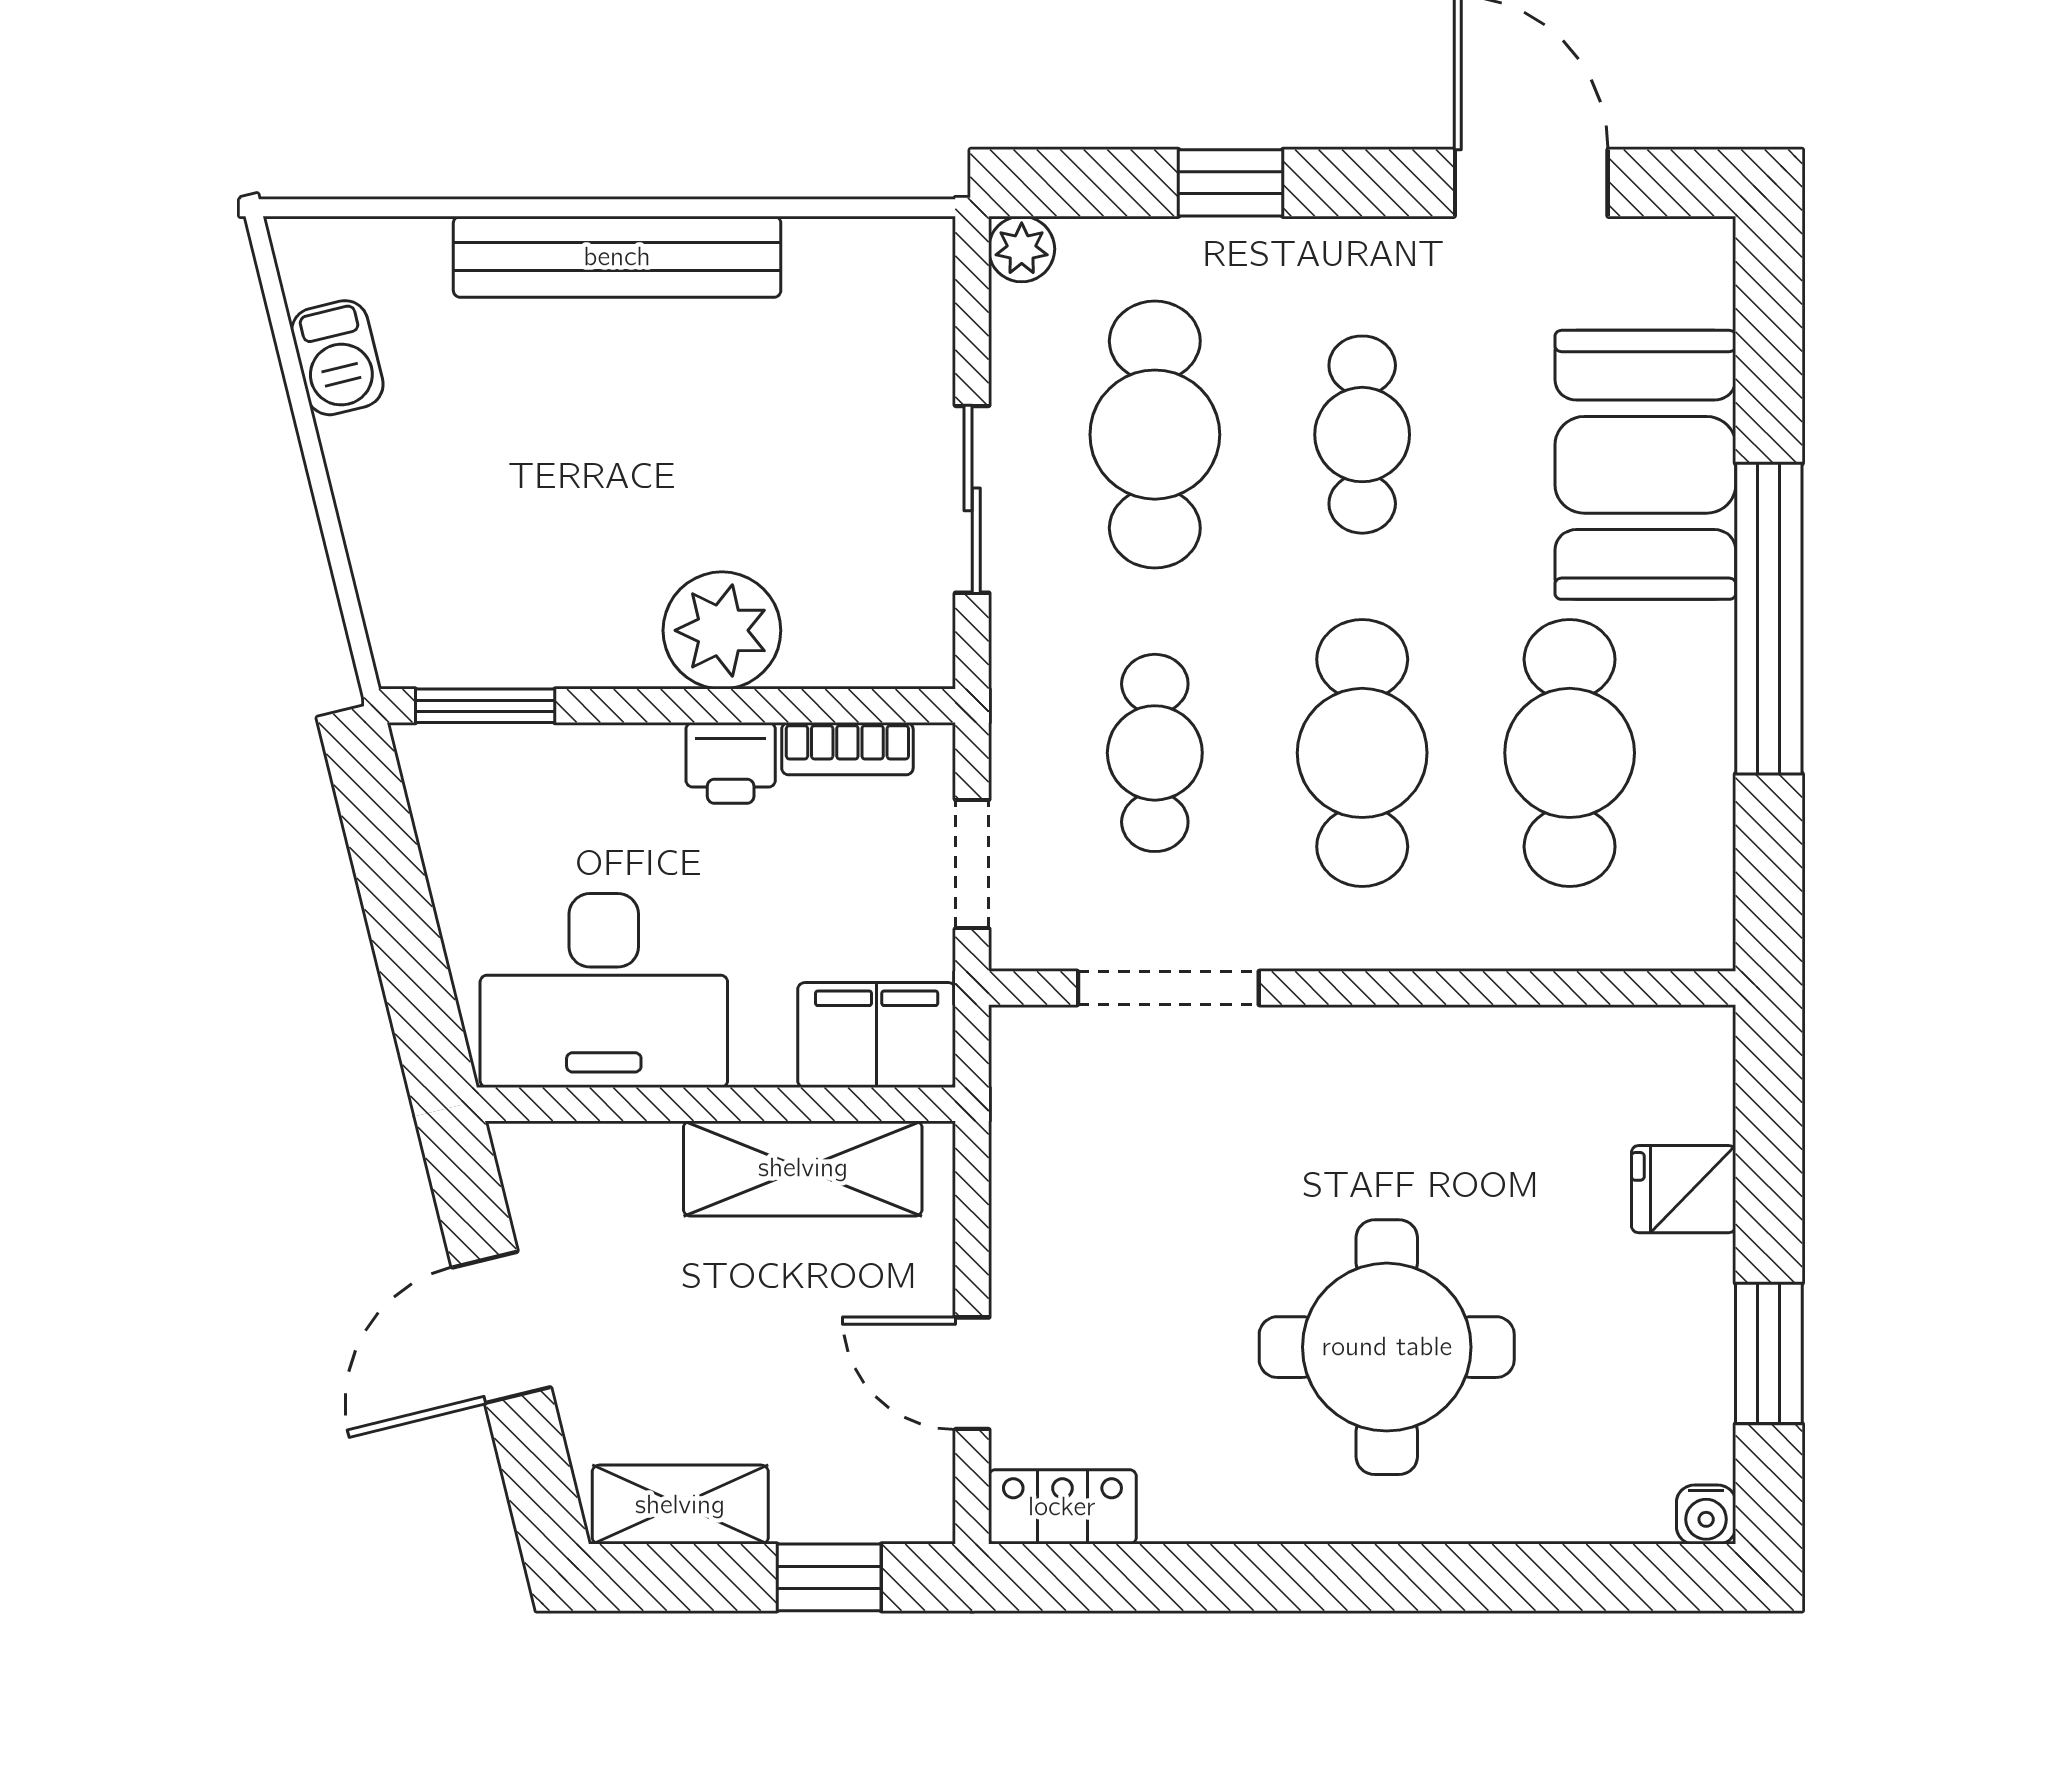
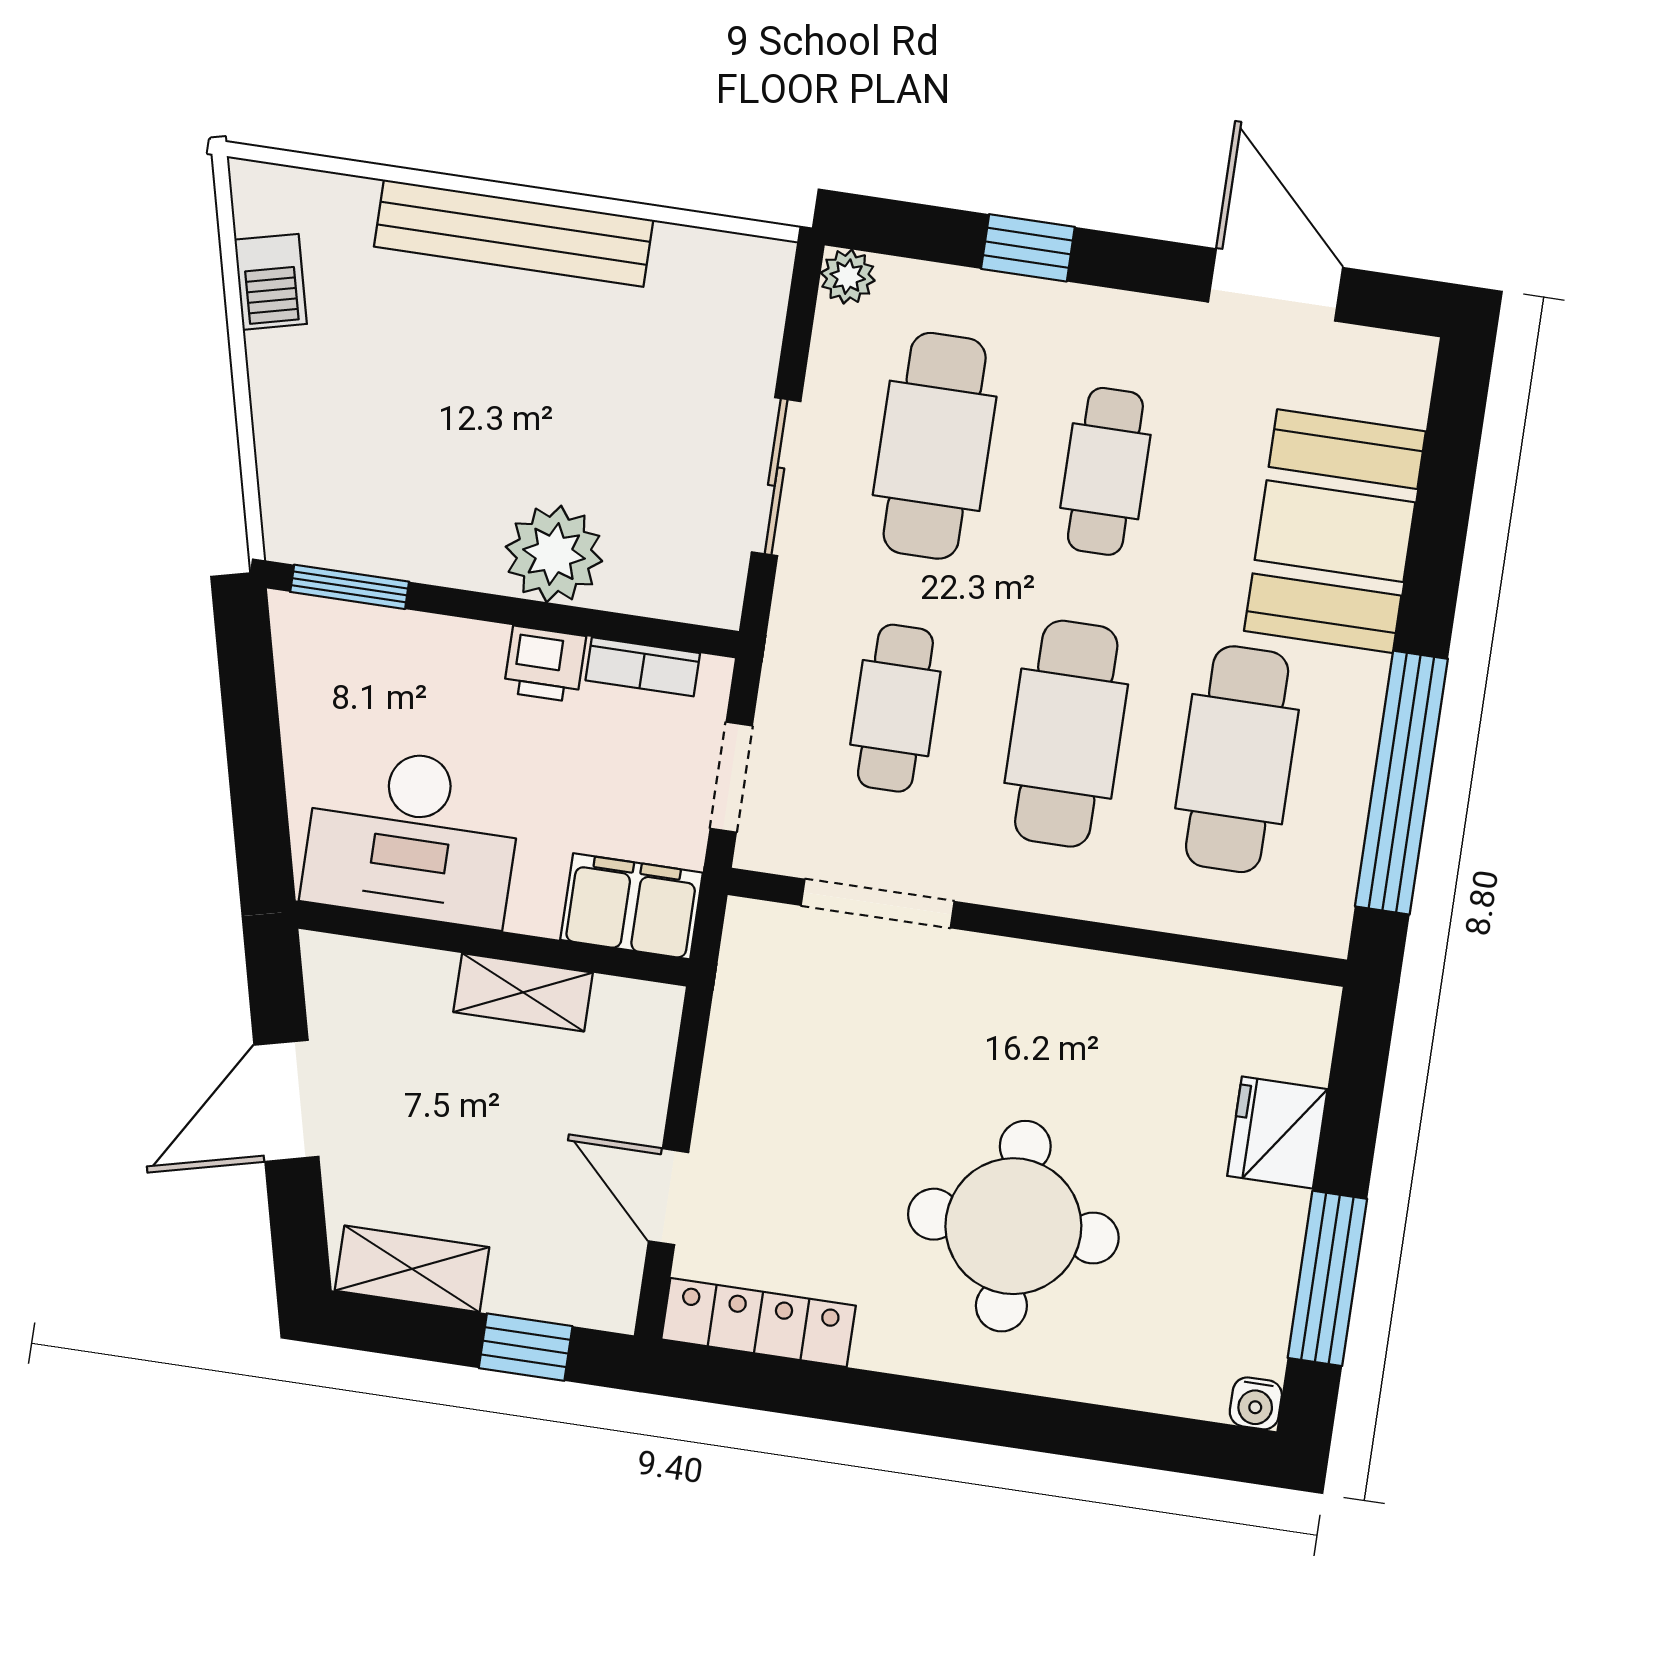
window: (1769, 619) -> (1401, 783), moved
shelving: (803, 1168) -> (523, 992), width x0.67, depth x0.75
fridge: (1684, 1189) -> (1277, 1133), width x1.38
window: (1769, 1353) -> (1327, 1278), width x1.44
locker: (1062, 1507) -> (759, 1323), width x1.53

